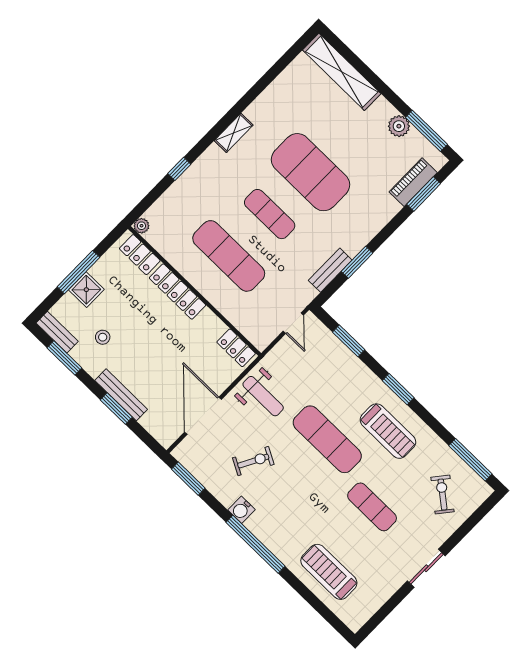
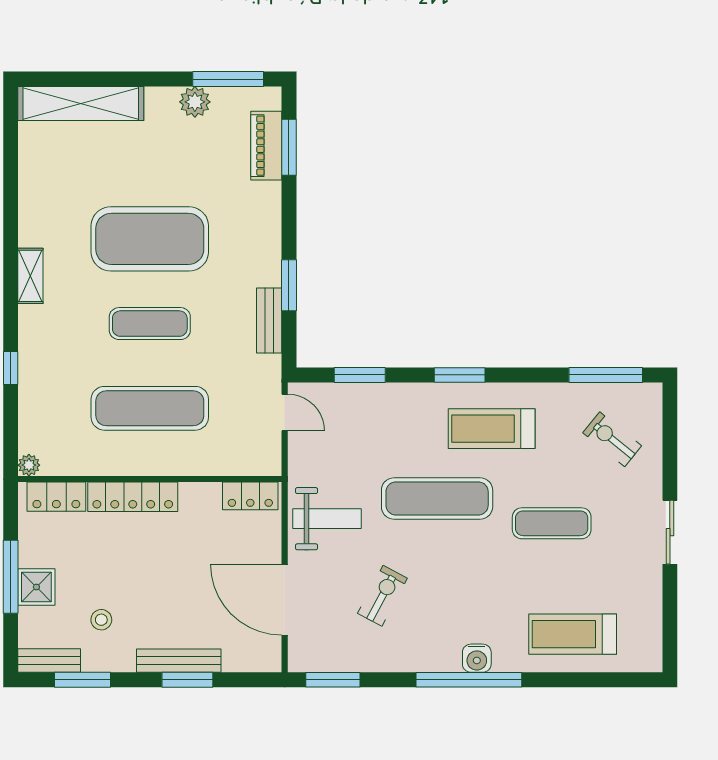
treadmill: (388, 431) -> (492, 429), turned 180
water cooler: (241, 510) -> (477, 658), moved

